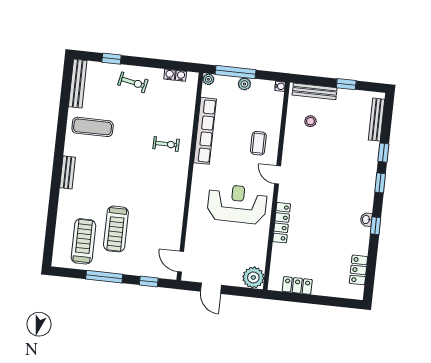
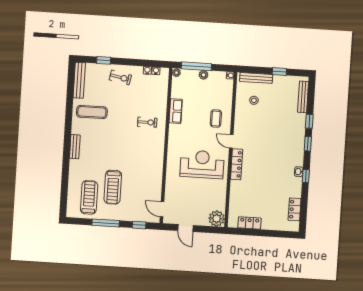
row of seats: (205, 131) -> (176, 111), width x0.50
locker: (282, 223) -> (237, 164), moved

